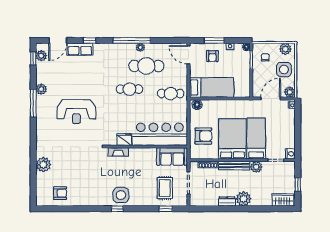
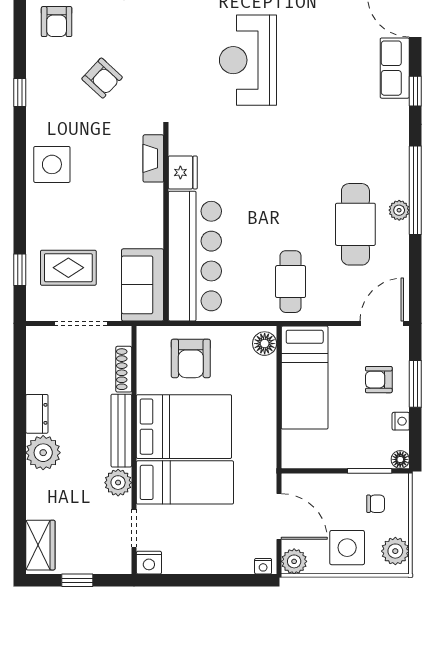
cafe table: (129, 89) -> (301, 185), removed
armchair: (84, 174) -> (102, 78), added
window: (117, 209) -> (20, 93), moved

